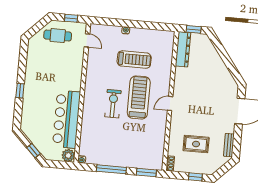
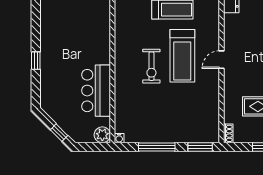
treadmill: (139, 97) -> (182, 56), turned 180
exercise bike: (113, 104) -> (151, 66), turned 180
bar counter: (66, 119) -> (96, 91), width x0.73

